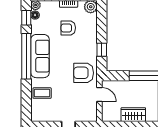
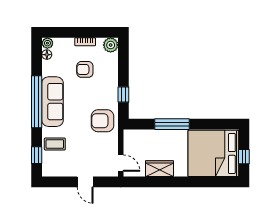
window: (26, 18) -> (37, 155), moved
door: (99, 95) -> (121, 163), moved

